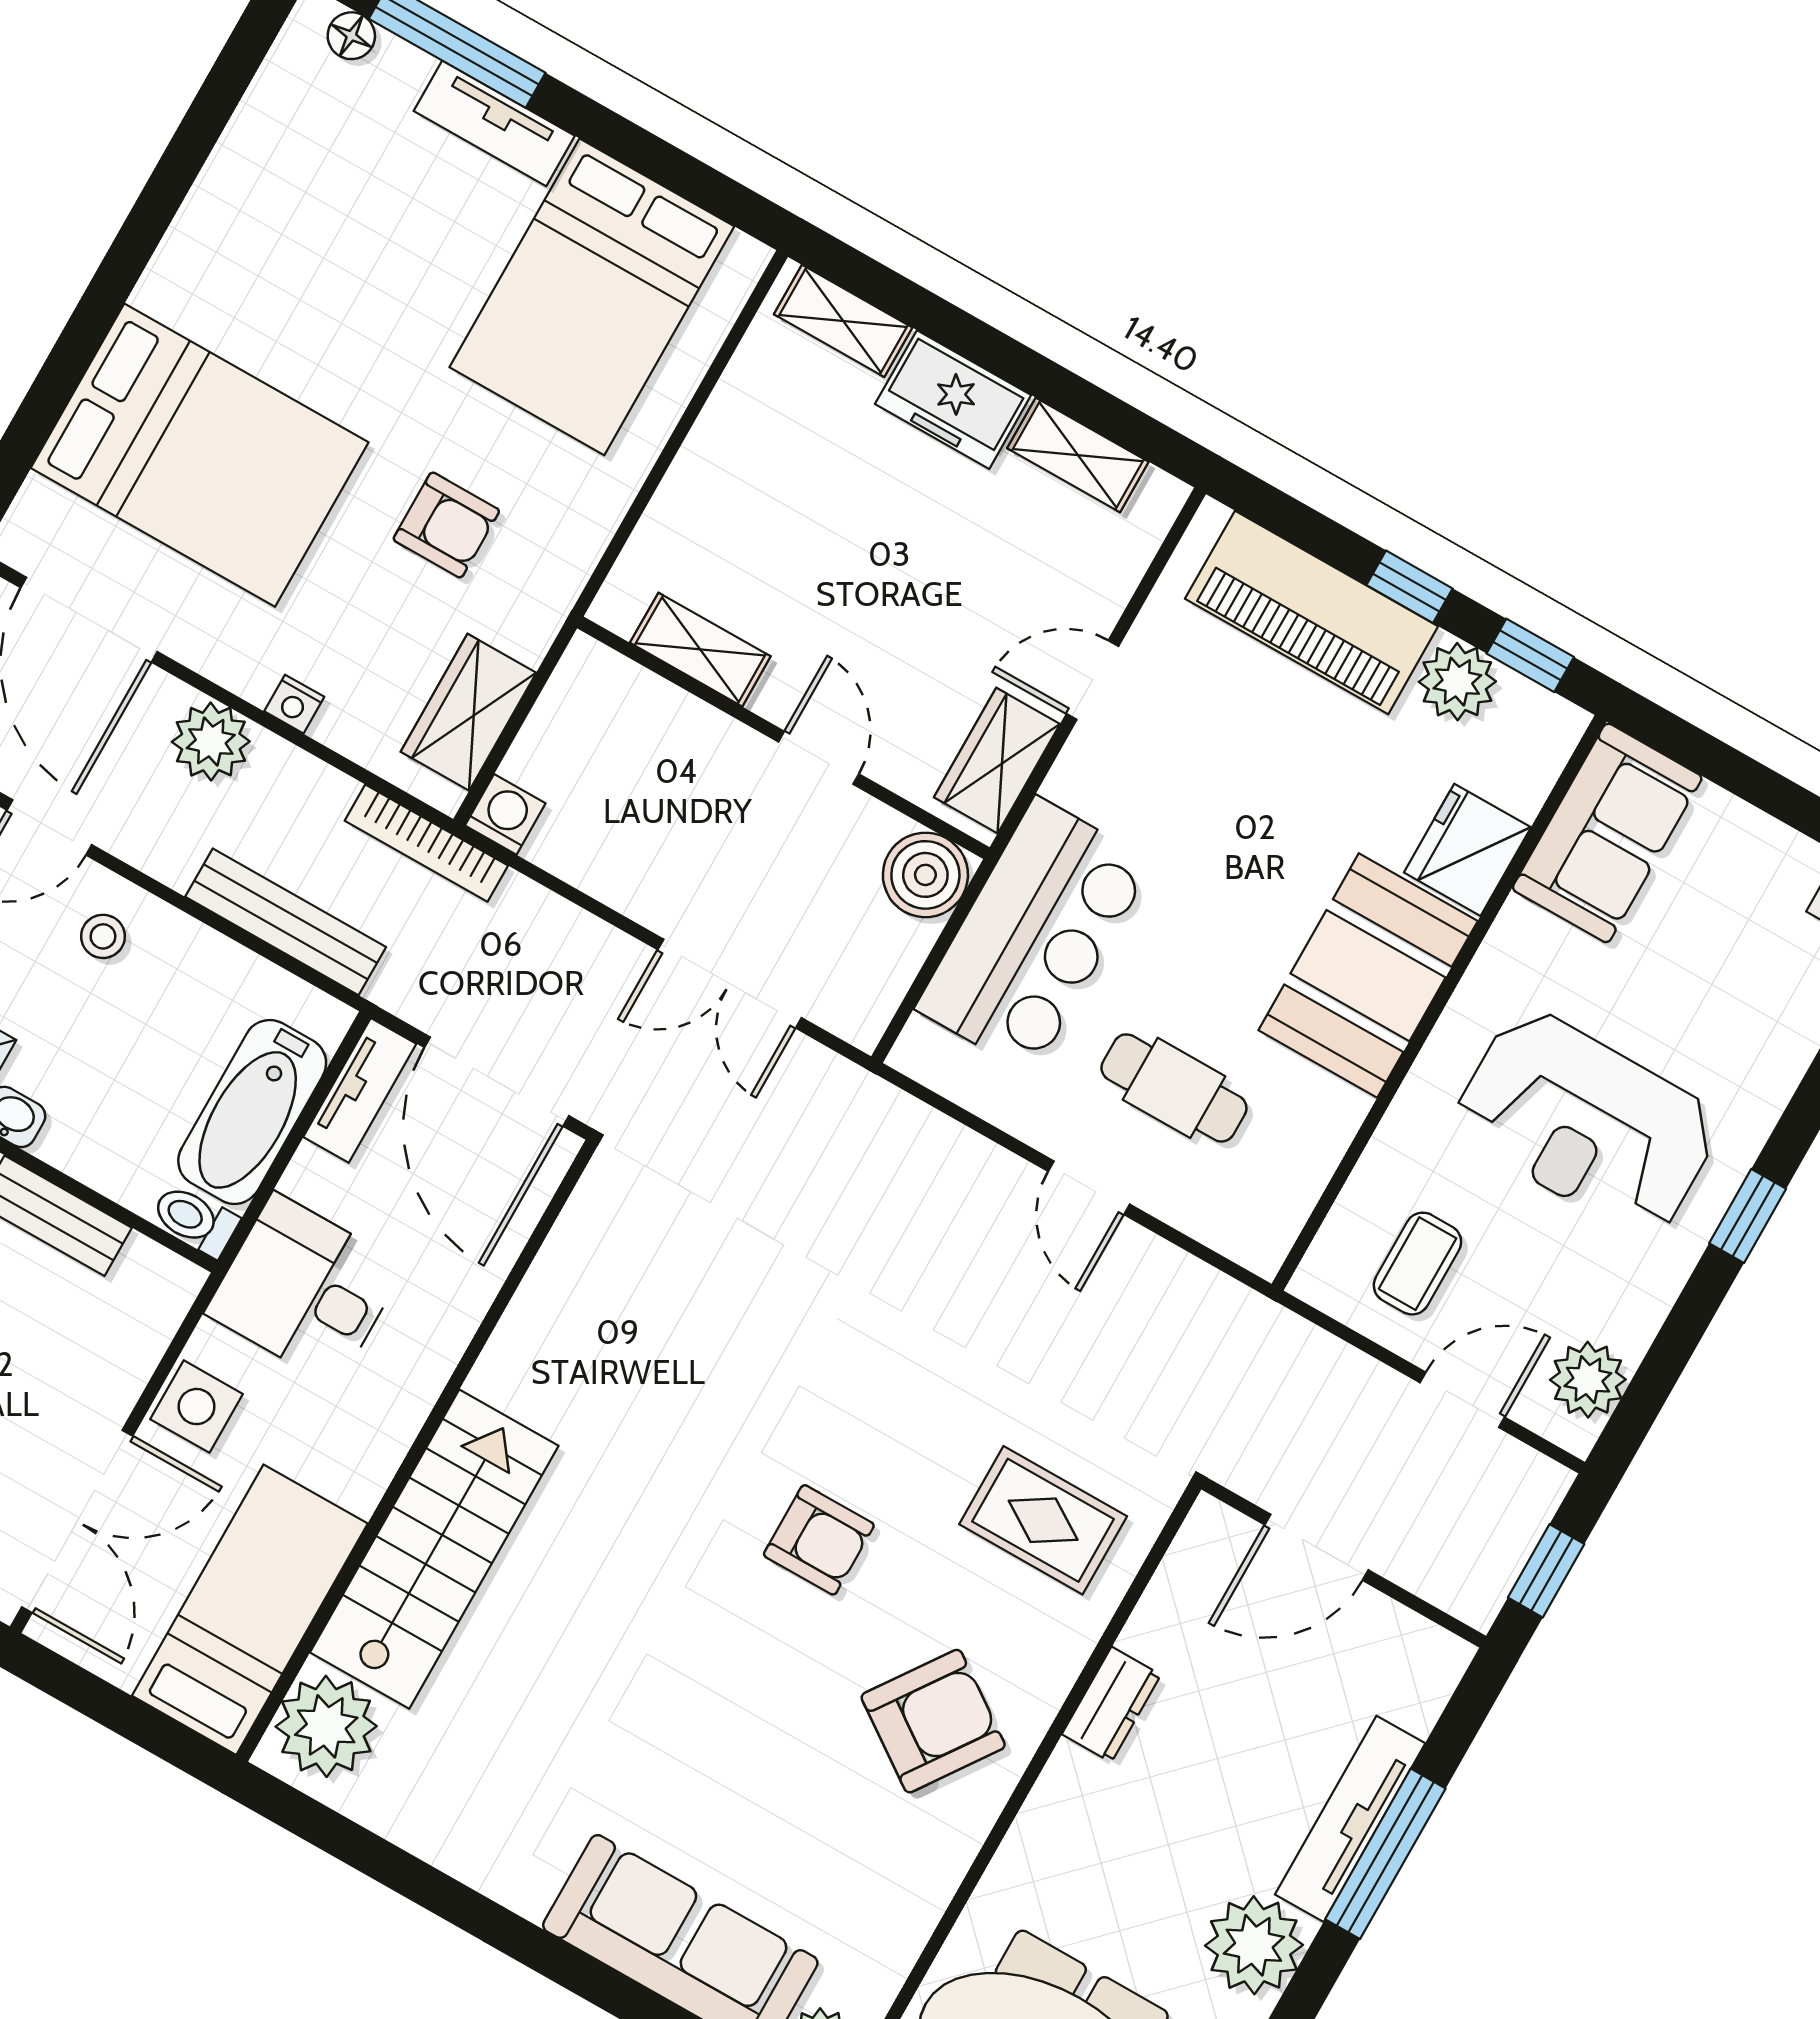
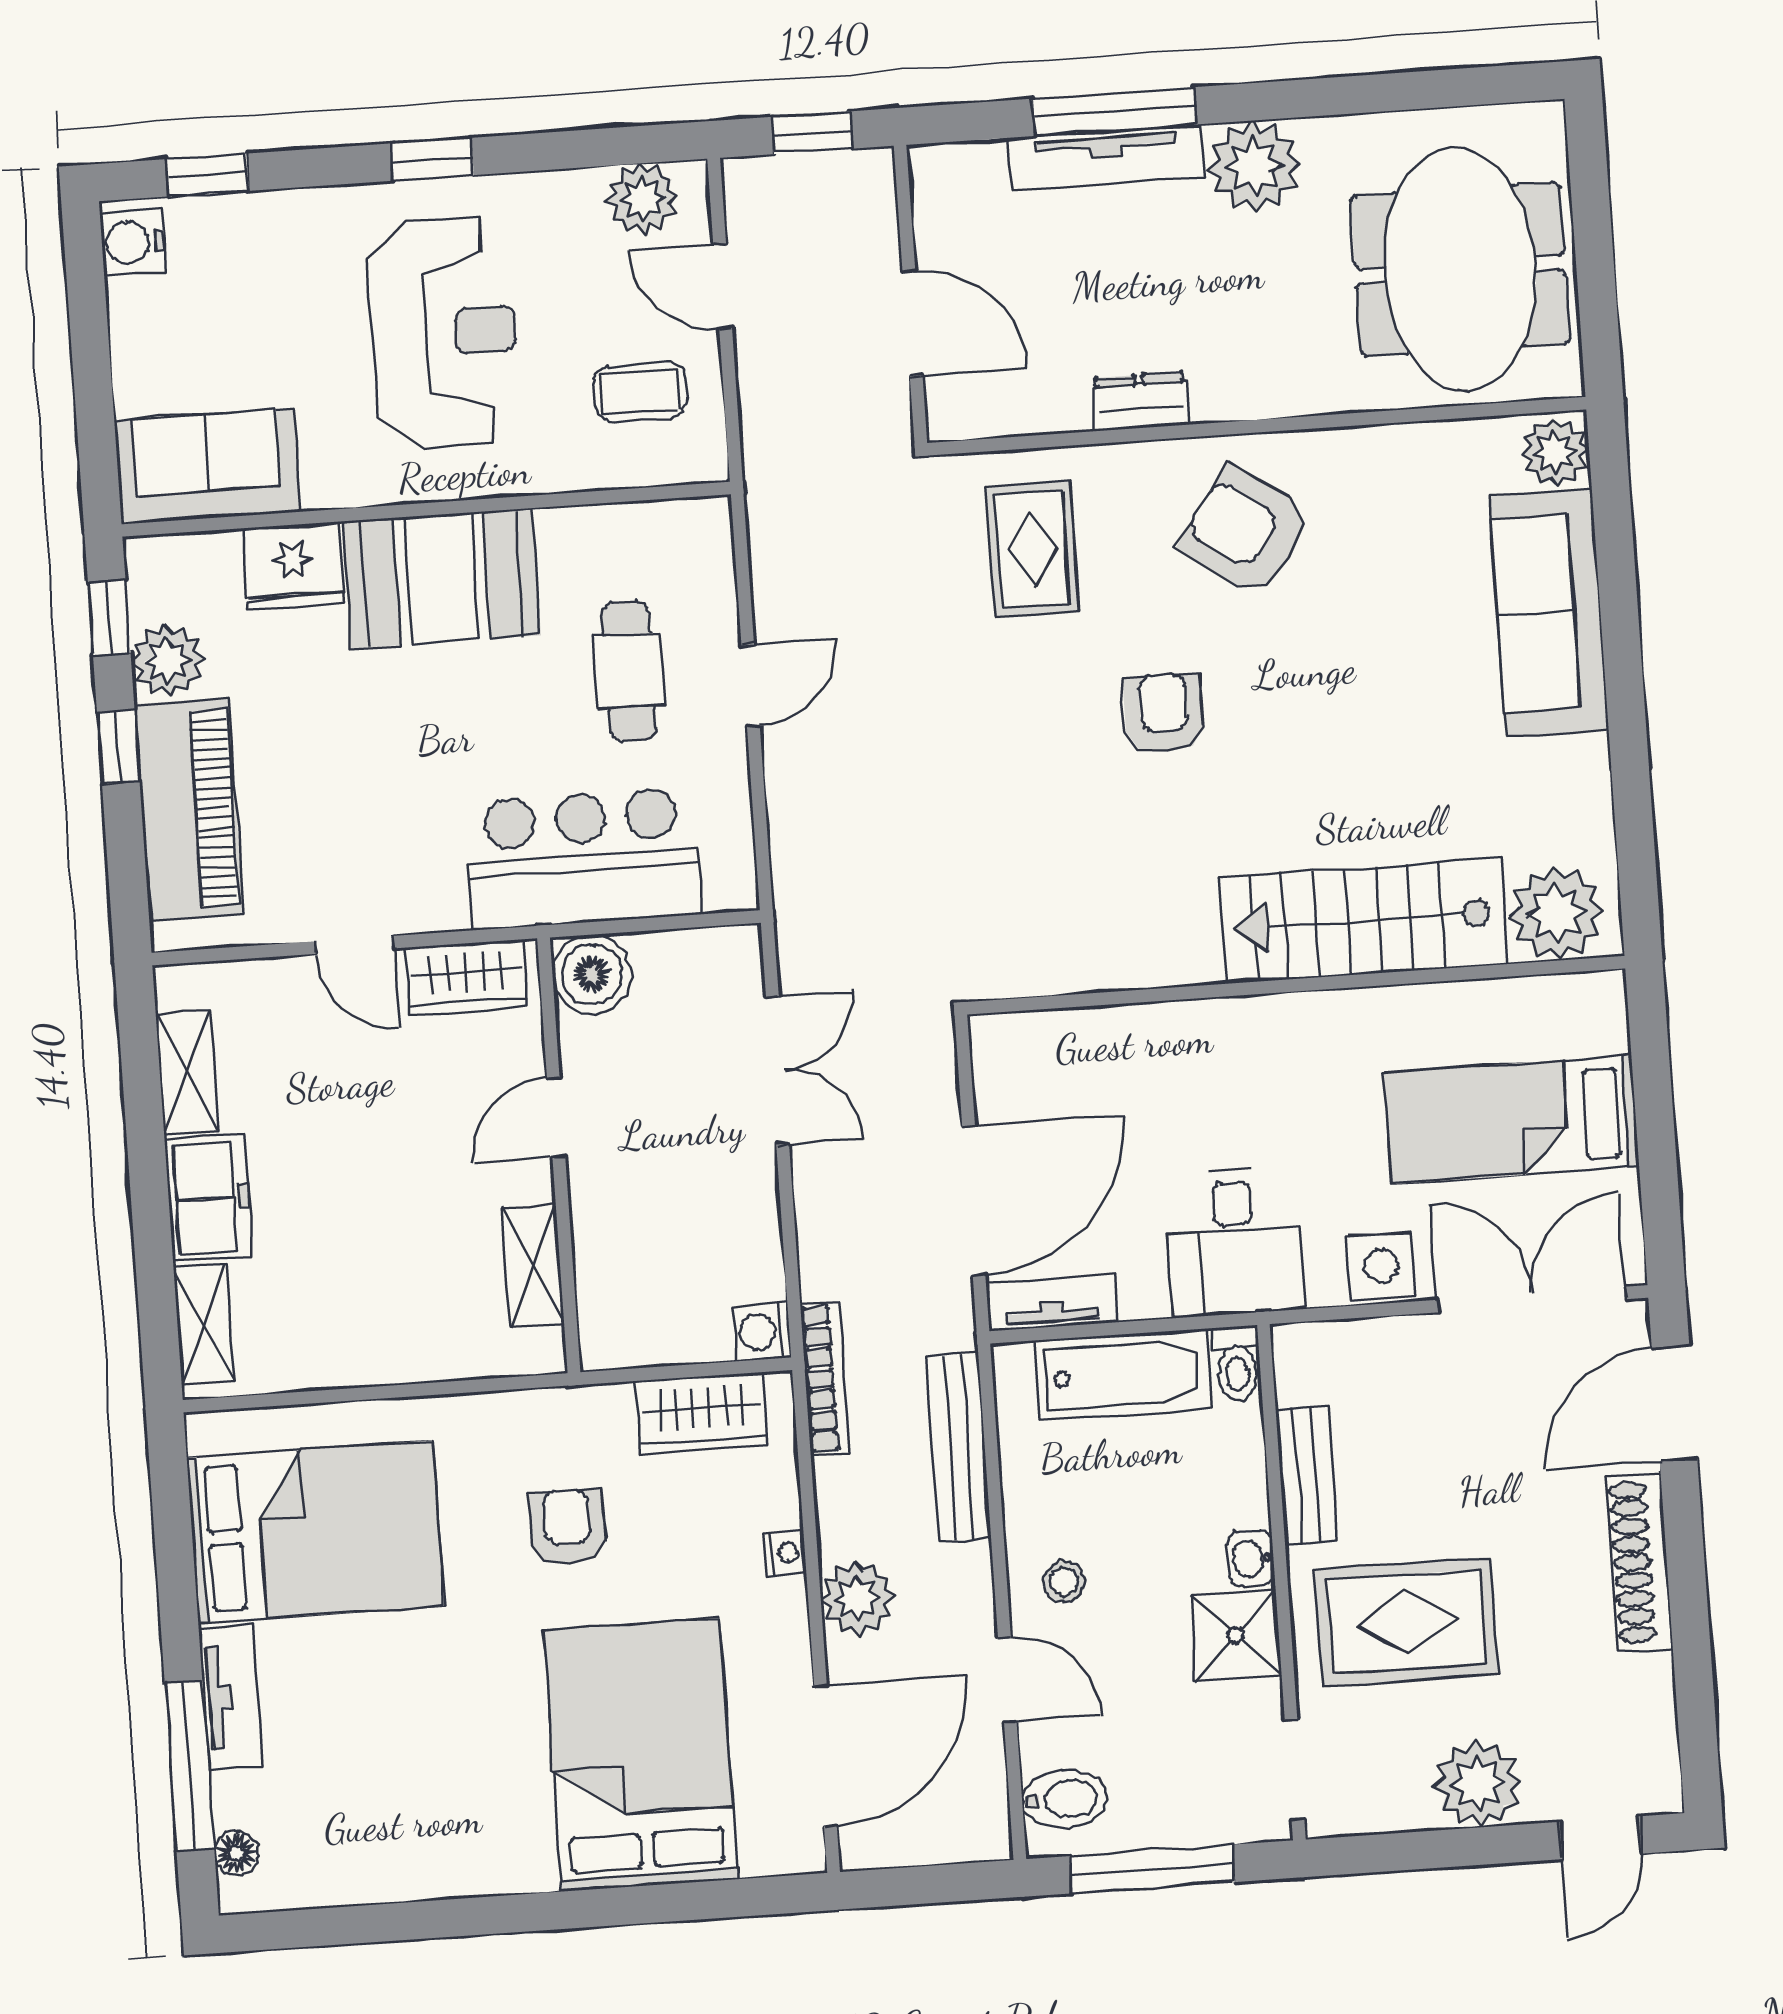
wall: (417, 1451) -> (1296, 985), moved
stairs: (434, 1549) -> (1363, 921), moved
plant: (326, 1726) -> (1557, 913), moved

